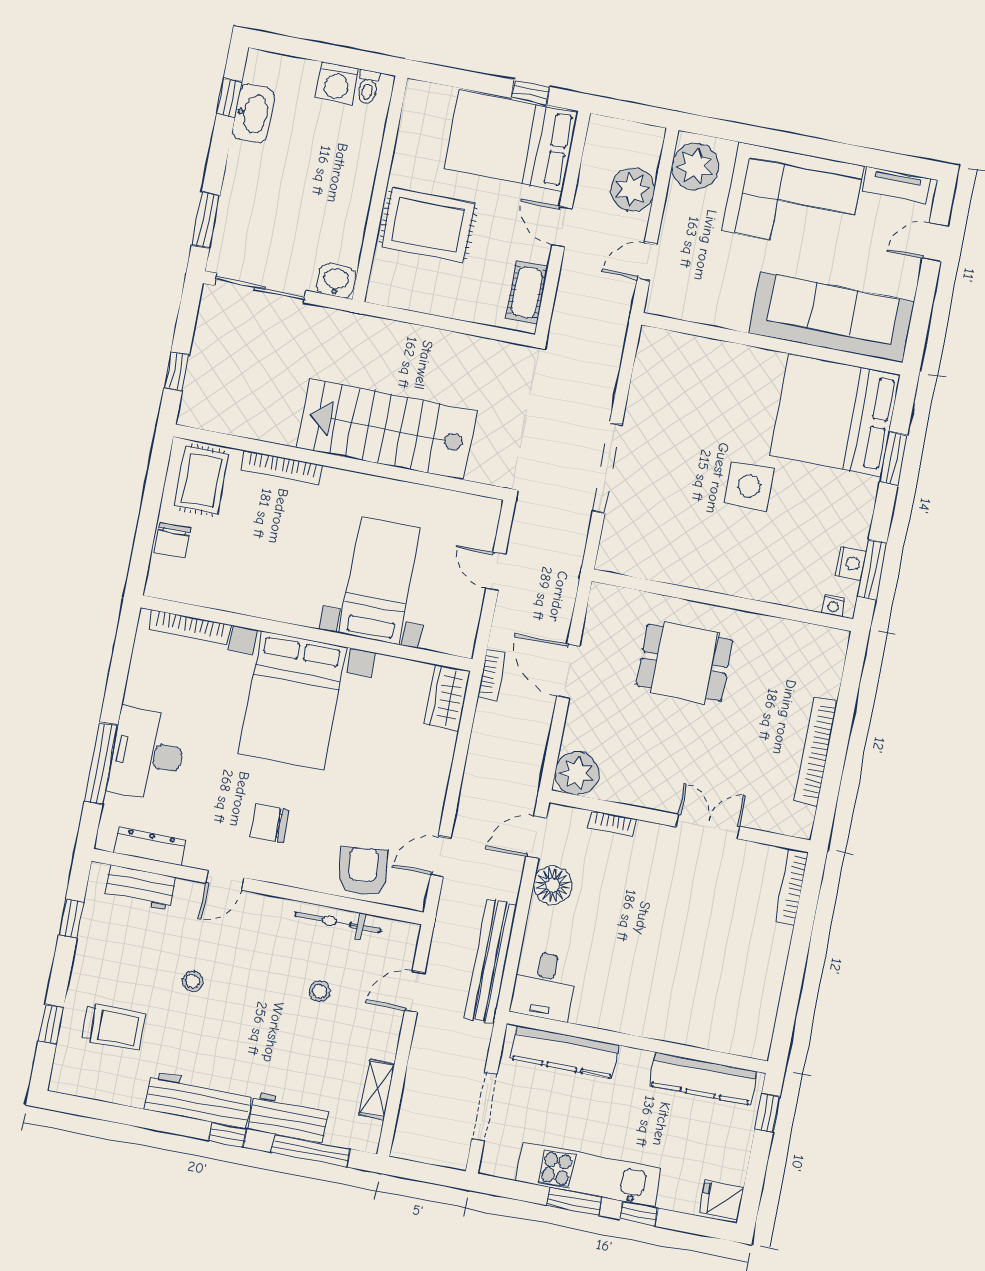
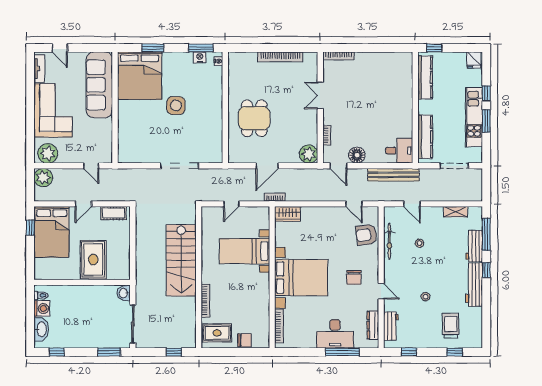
washbasin: (253, 113) -> (41, 329), moved, turned 90
plant: (633, 189) -> (43, 178), moved

